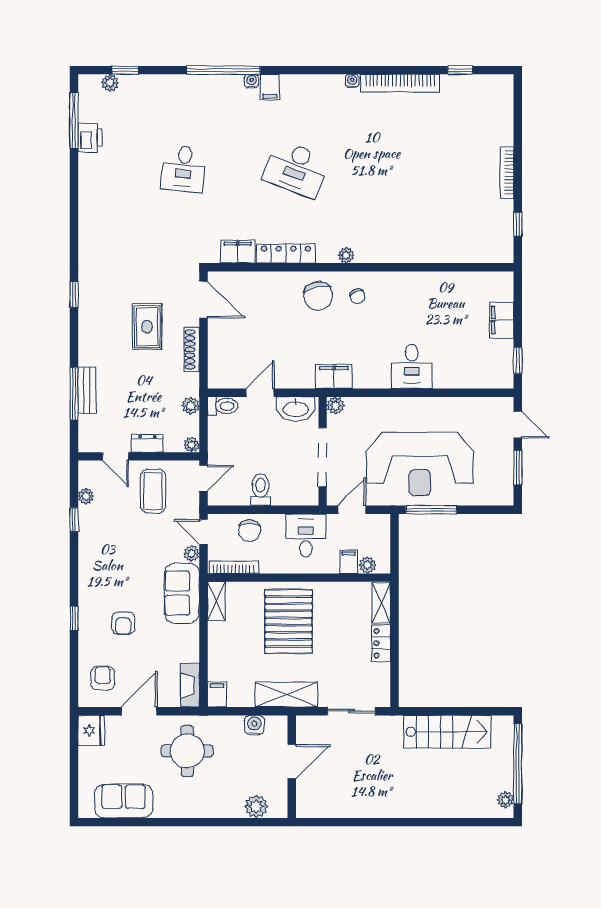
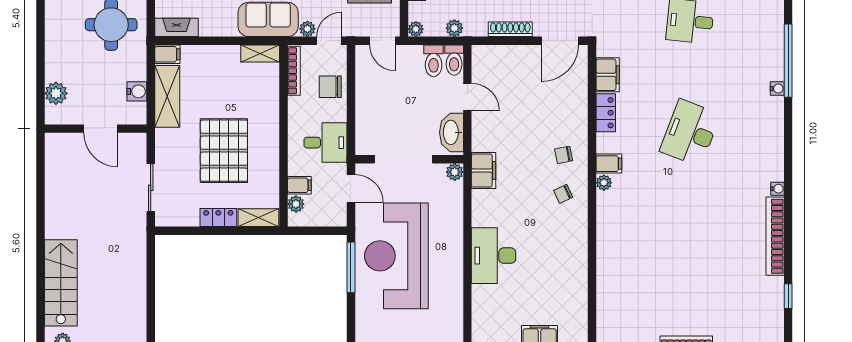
filing cabinet: (270, 87) -> (609, 164), moved, turned 180
locker: (286, 254) -> (606, 113), width x0.66
chair: (318, 296) -> (564, 155), width x0.54, depth x0.54
desk: (412, 366) -> (494, 256), width x1.37
toilet: (260, 490) -> (434, 61), moved, turned 90
pallet: (289, 622) -> (224, 151), moved, turned 90
shelving: (286, 695) -> (167, 96), moved
stairs: (447, 732) -> (61, 283), moved, turned 180

